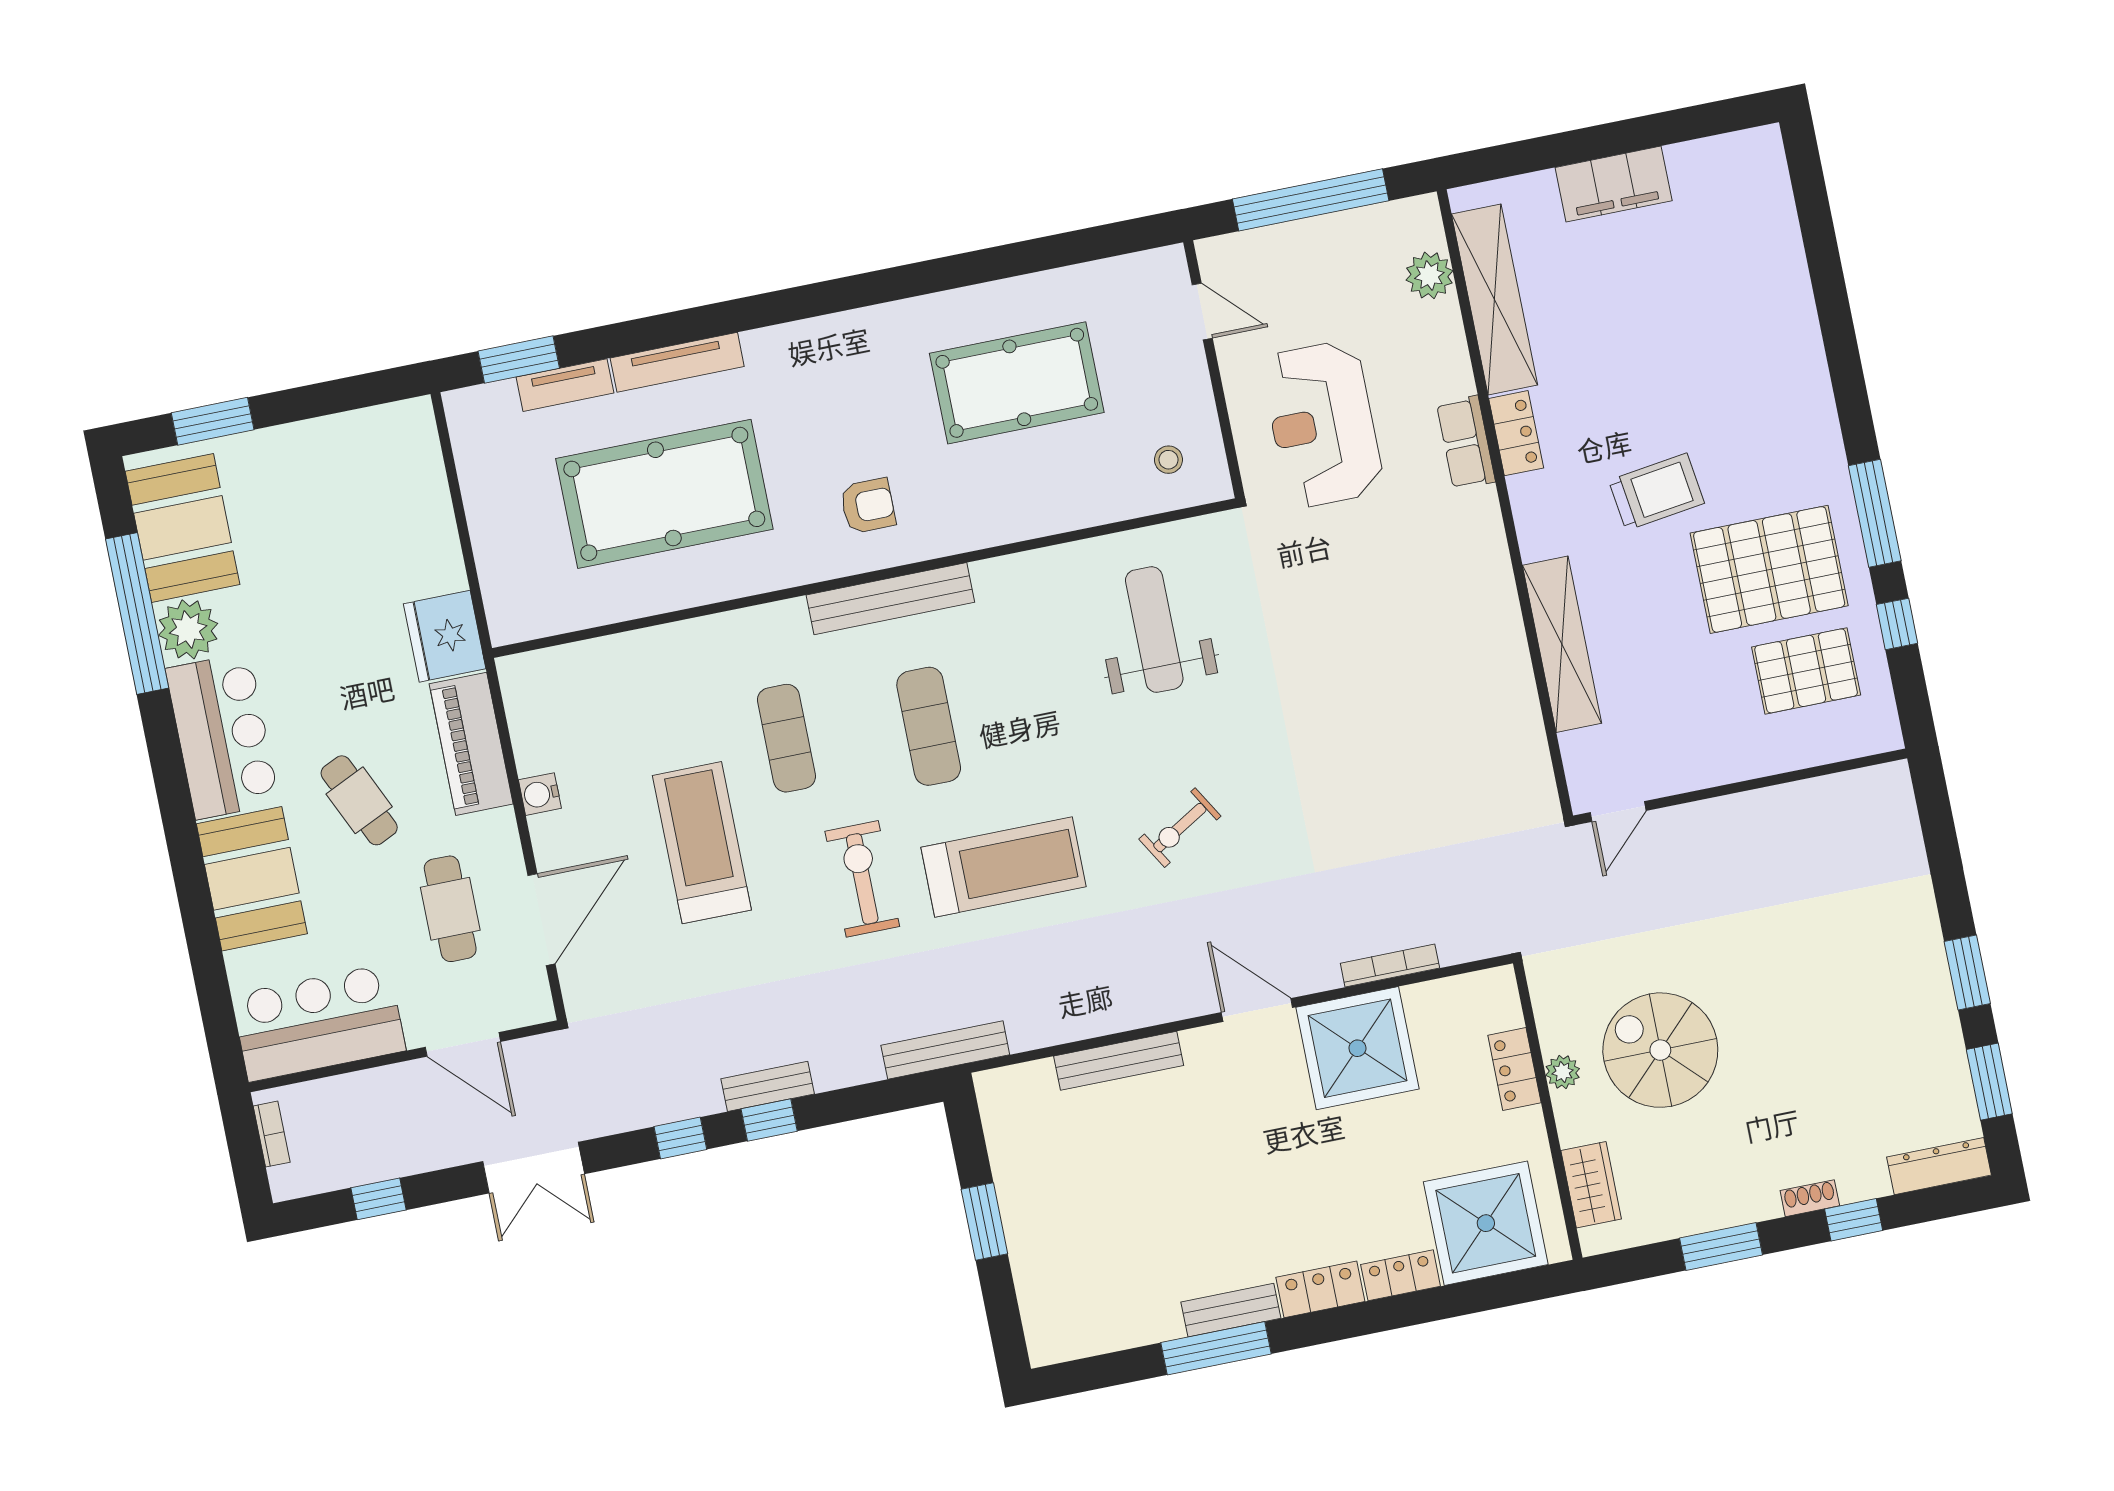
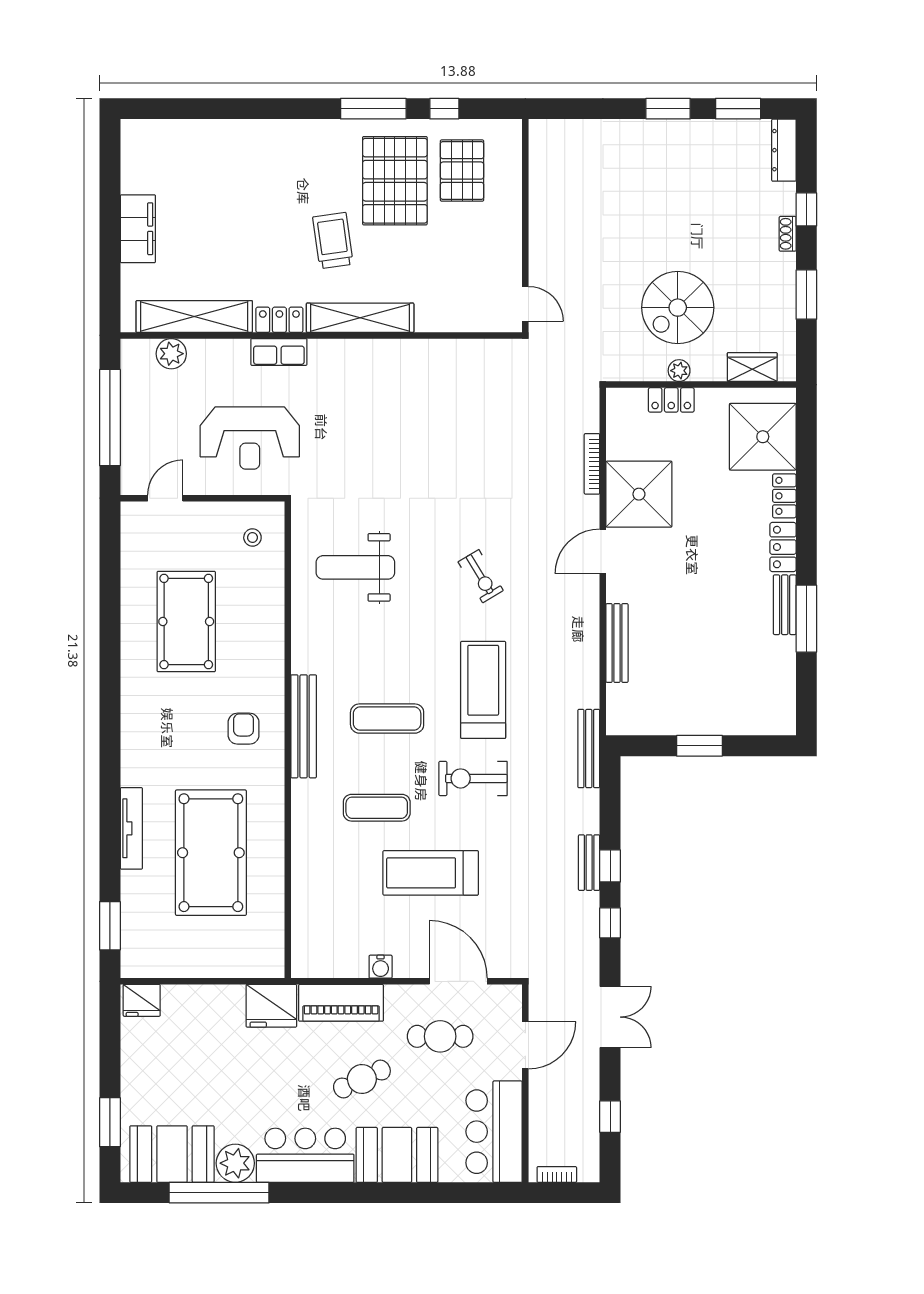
tv unit: (565, 385) -> (131, 900), removed
fridge: (412, 433) -> (142, 1000), added
shelving: (1562, 644) -> (360, 318), moved

